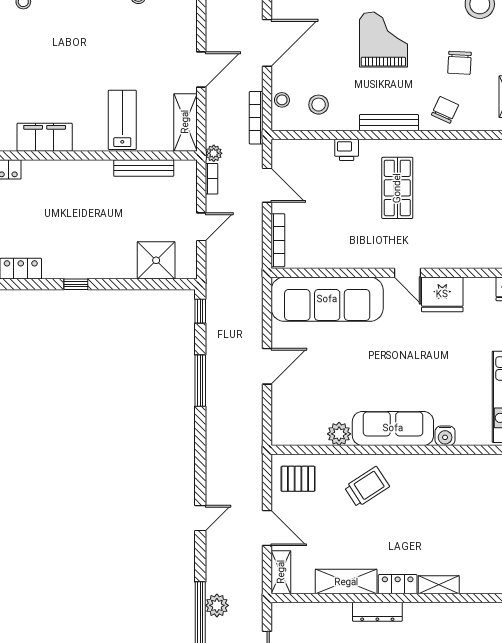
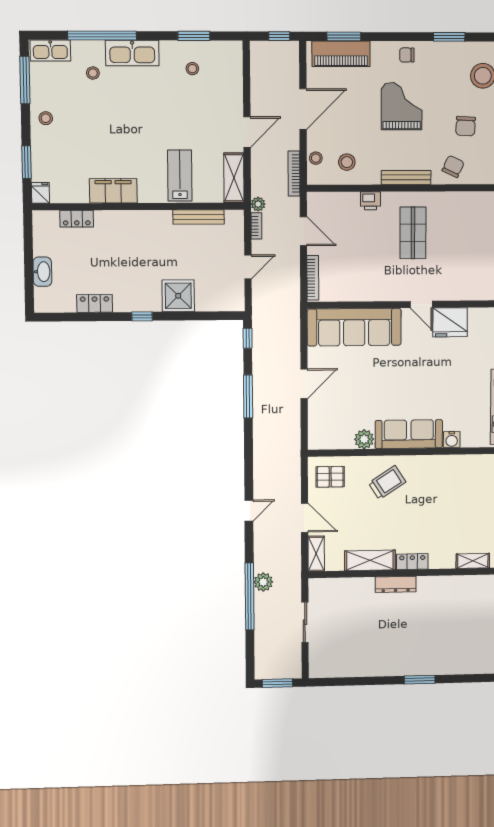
shower: (156, 260) -> (178, 296), moved
shelving: (439, 585) -> (473, 561), moved

